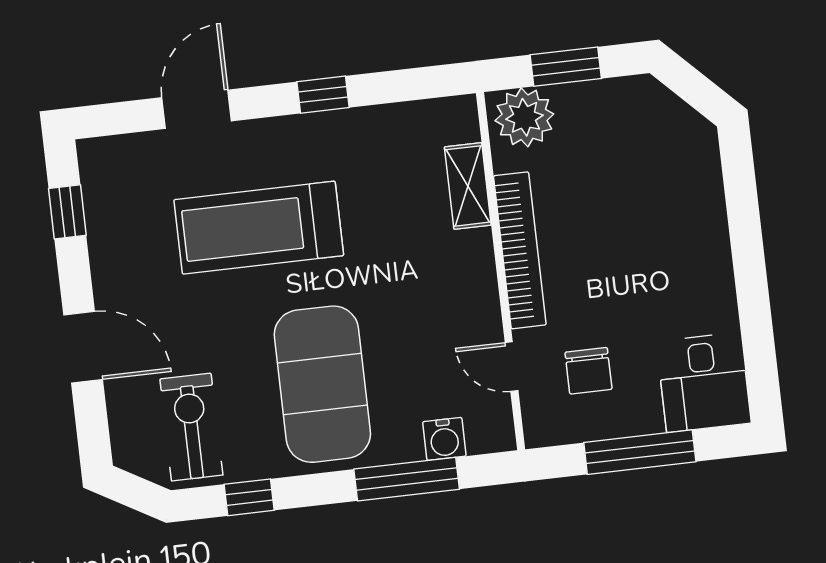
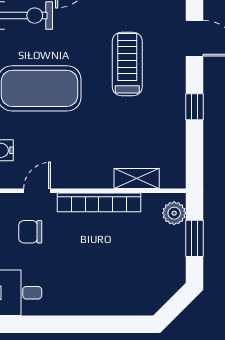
plant: (524, 117) -> (174, 213), width x0.73, depth x0.73
treadmill: (259, 228) -> (127, 64), width x0.73, depth x0.73

